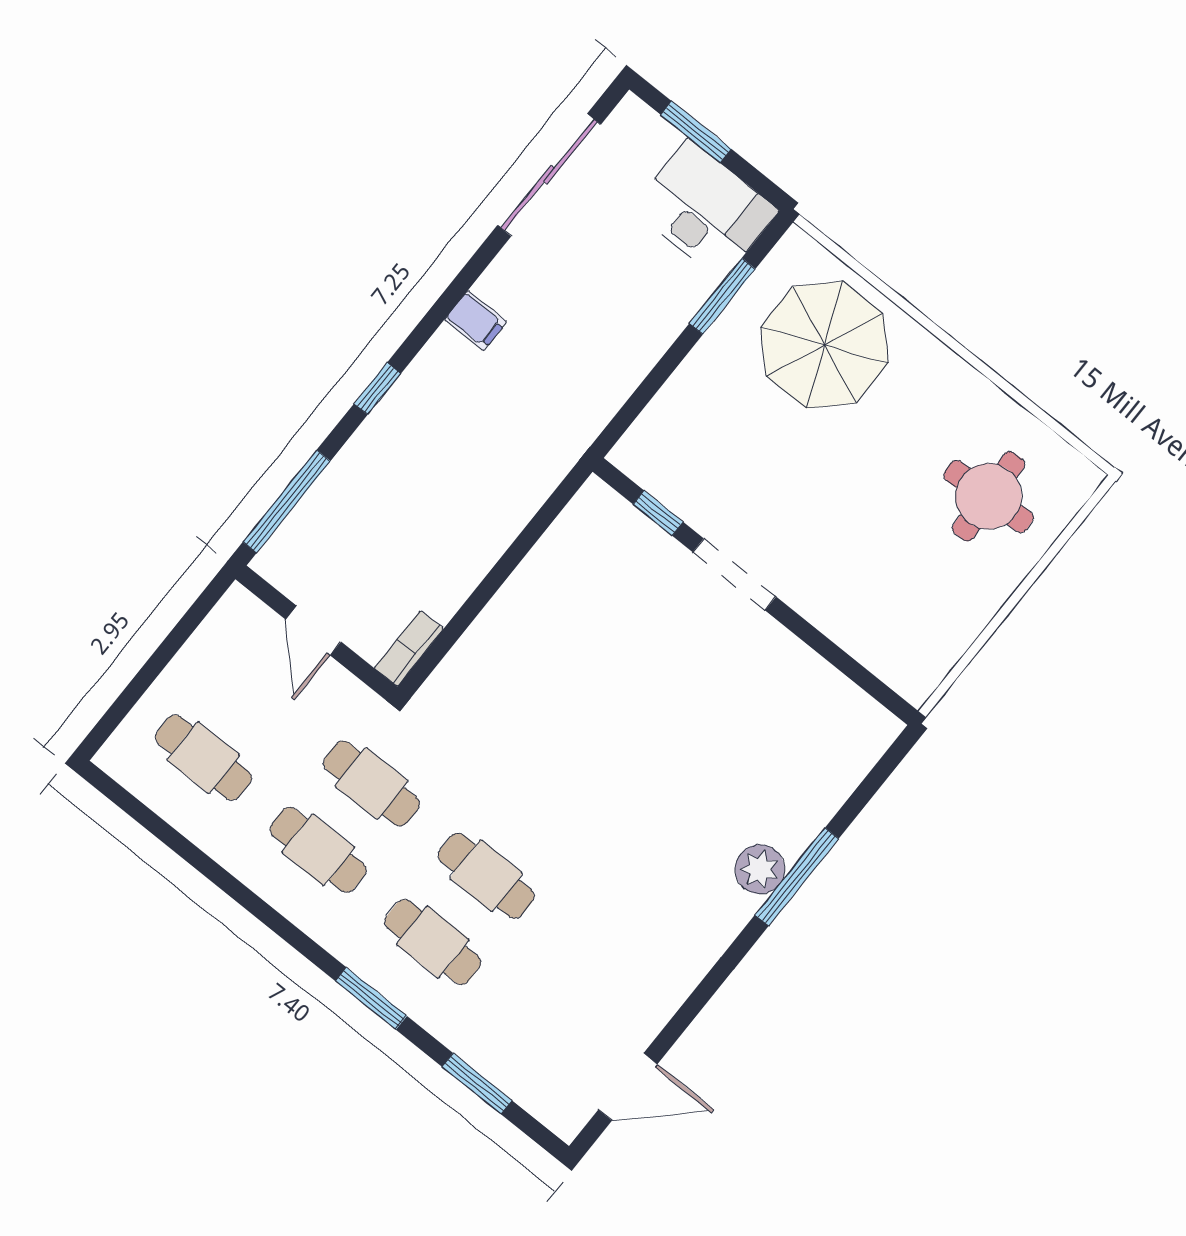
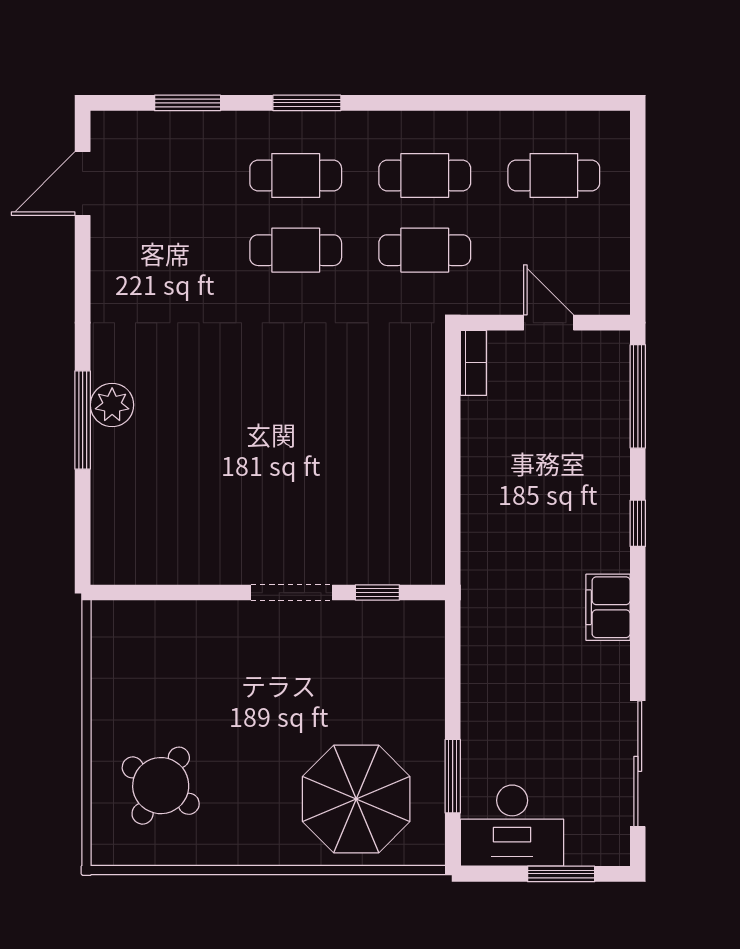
filing cabinet: (476, 321) -> (608, 607), width x2.00
round table: (989, 496) -> (161, 786), turned 36

